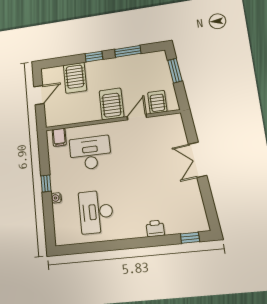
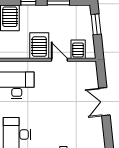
door: (137, 117) -> (59, 60), hinge flipped

